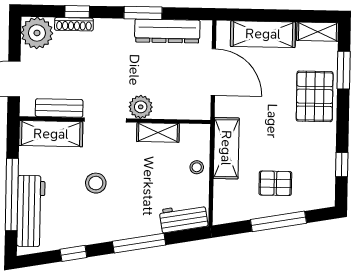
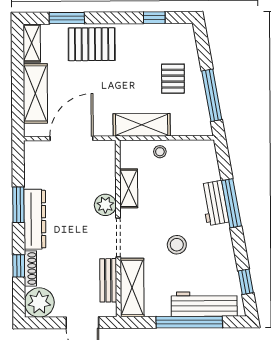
dresser: (167, 31) -> (35, 219), moved
workbench: (184, 218) -> (214, 203), moved
window: (278, 221) -> (212, 95), moved
window: (73, 253) -> (246, 282), moved

